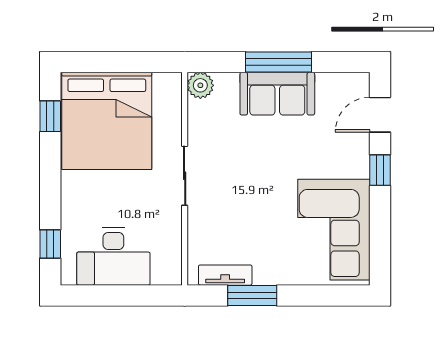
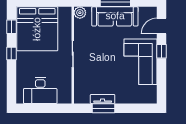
sofa: (277, 94) -> (115, 16), width x1.36
corner sofa: (334, 230) -> (141, 62), moved
window: (50, 244) -> (11, 54), moved
tv unit: (225, 275) -> (103, 99), moved

